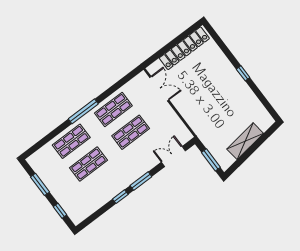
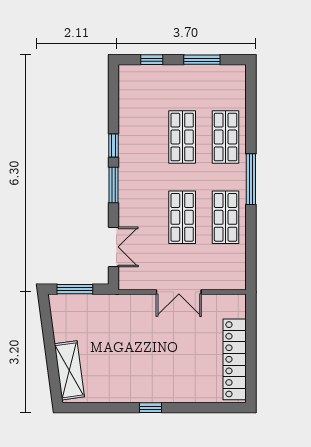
double door: (159, 89) -> (179, 292), moved
shelving: (245, 141) -> (69, 370), moved

